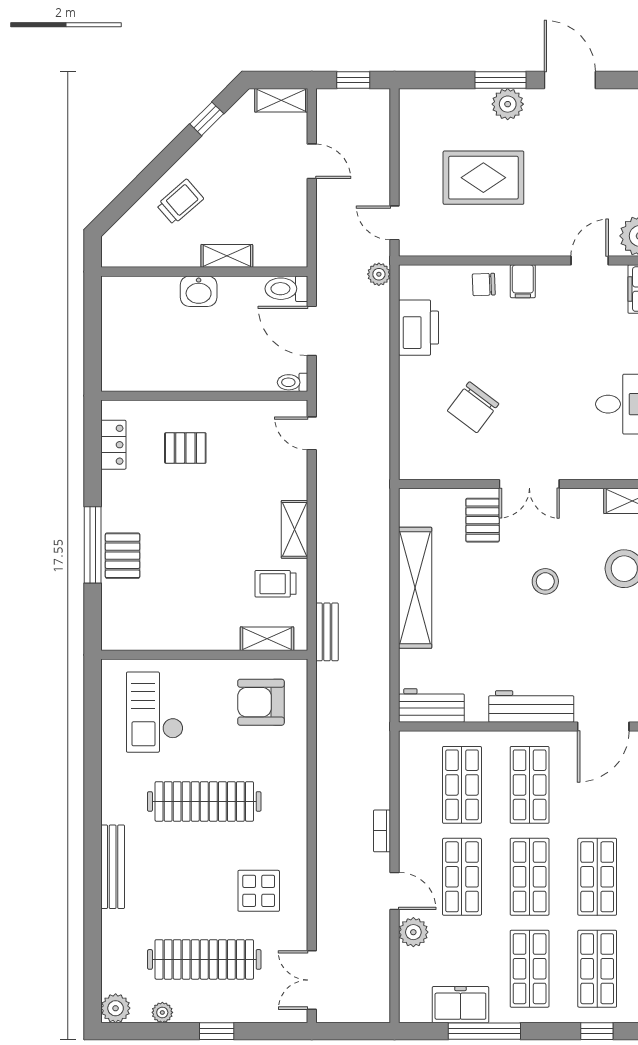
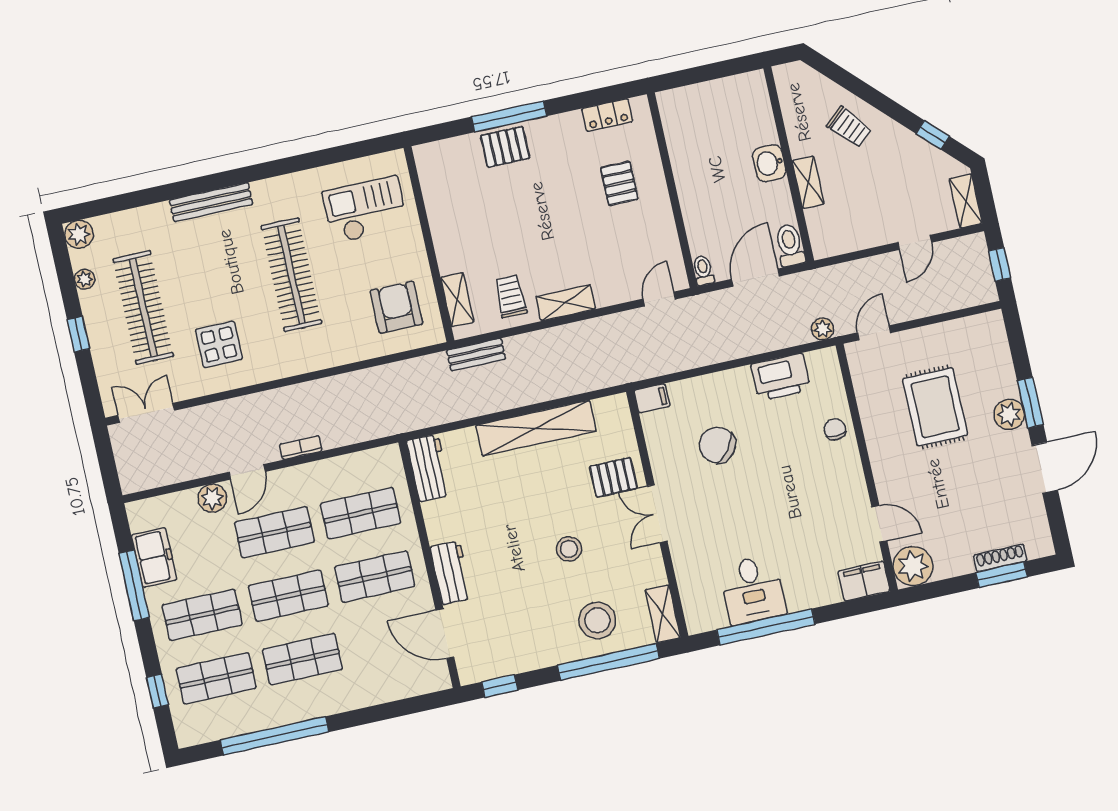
filing cabinet: (523, 281) -> (652, 398), moved, turned 180
workbench: (531, 706) -> (451, 573), width x0.73

